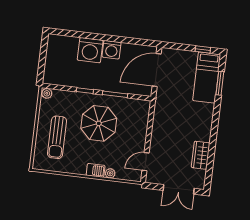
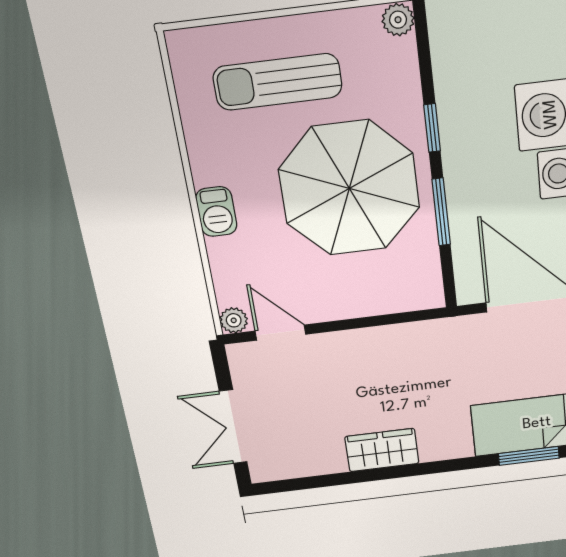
parasol: (99, 123) -> (349, 188), width x1.36, depth x1.36
wardrobe: (201, 155) -> (382, 450), moved
plant: (110, 173) -> (234, 320), moved

